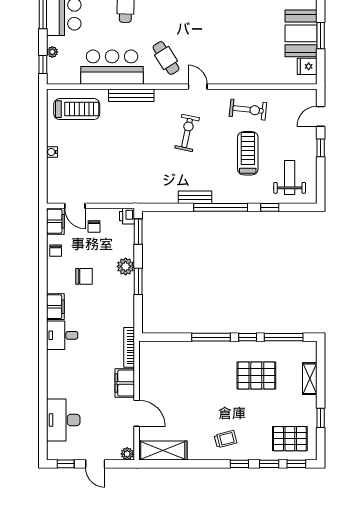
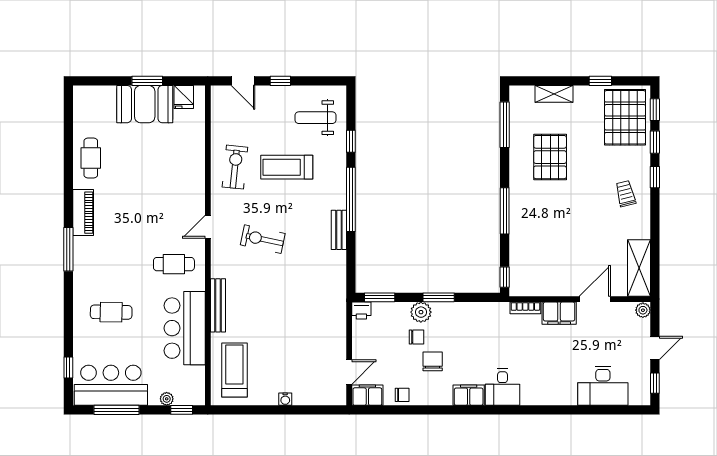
cafe table: (166, 58) -> (174, 264), turned 32
chair: (94, 226) -> (416, 337), moved
window: (248, 337) -> (505, 277), moved
bookcase: (129, 347) -> (525, 308), width x0.64
pallet: (290, 439) -> (625, 117), width x1.37, depth x1.41

